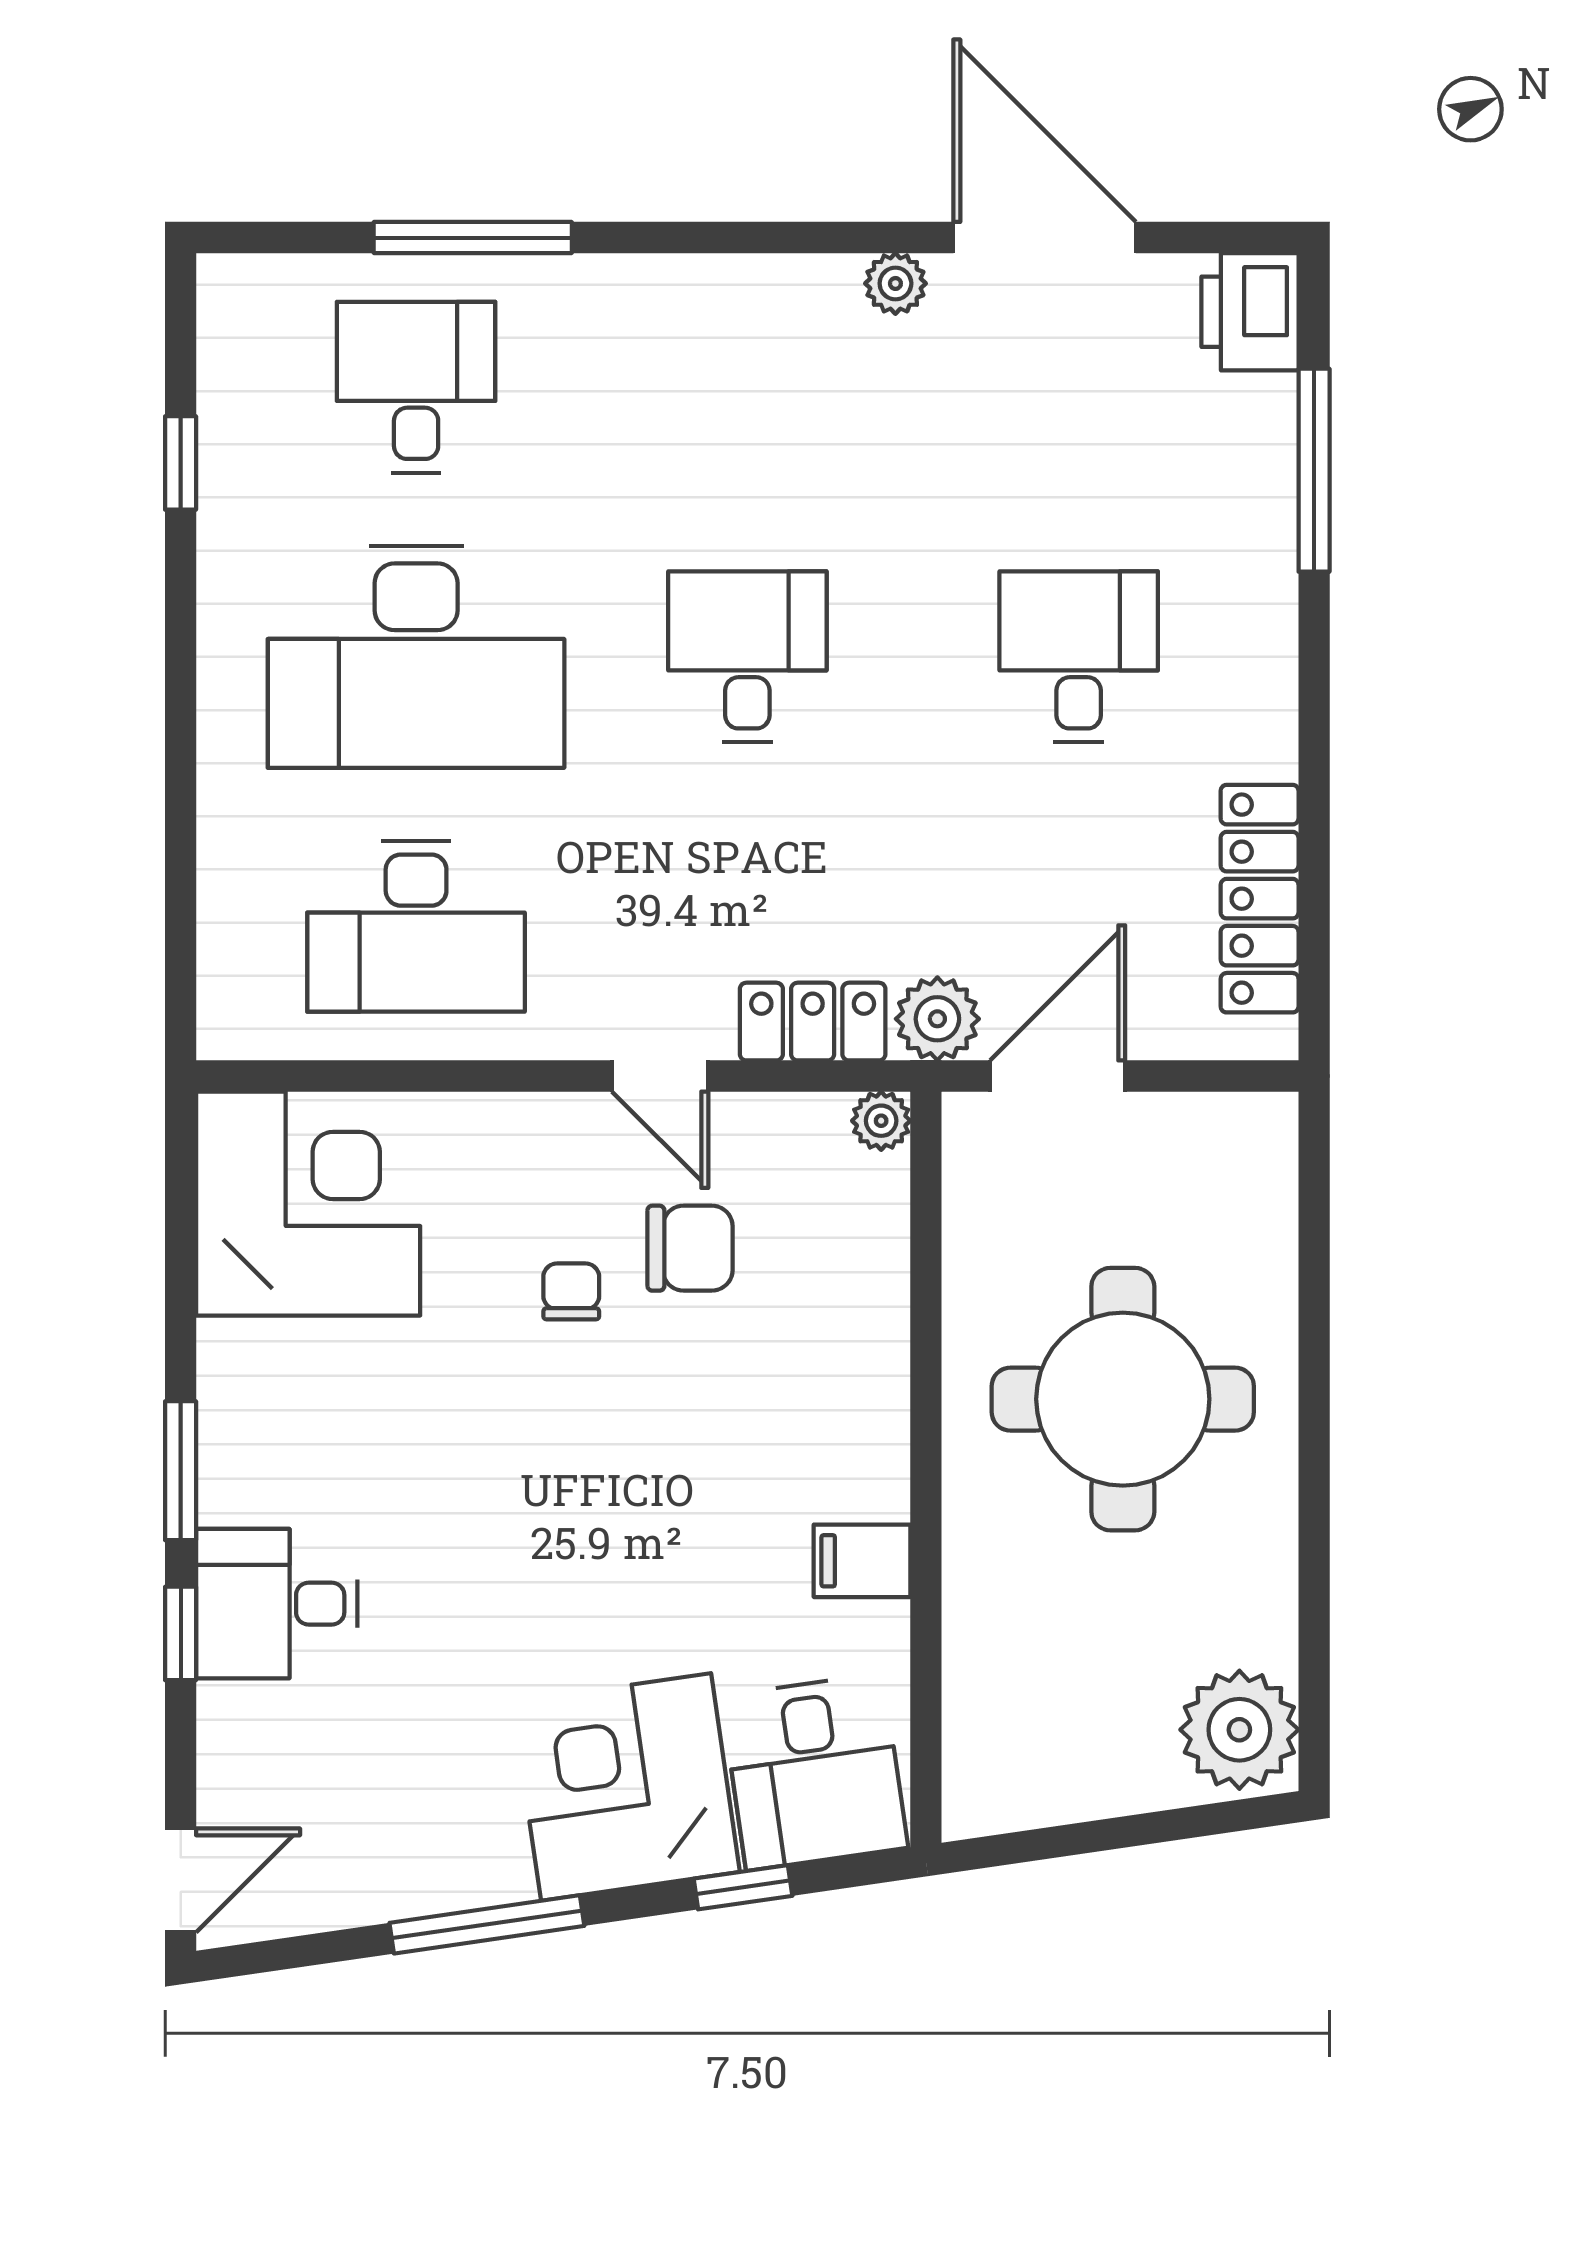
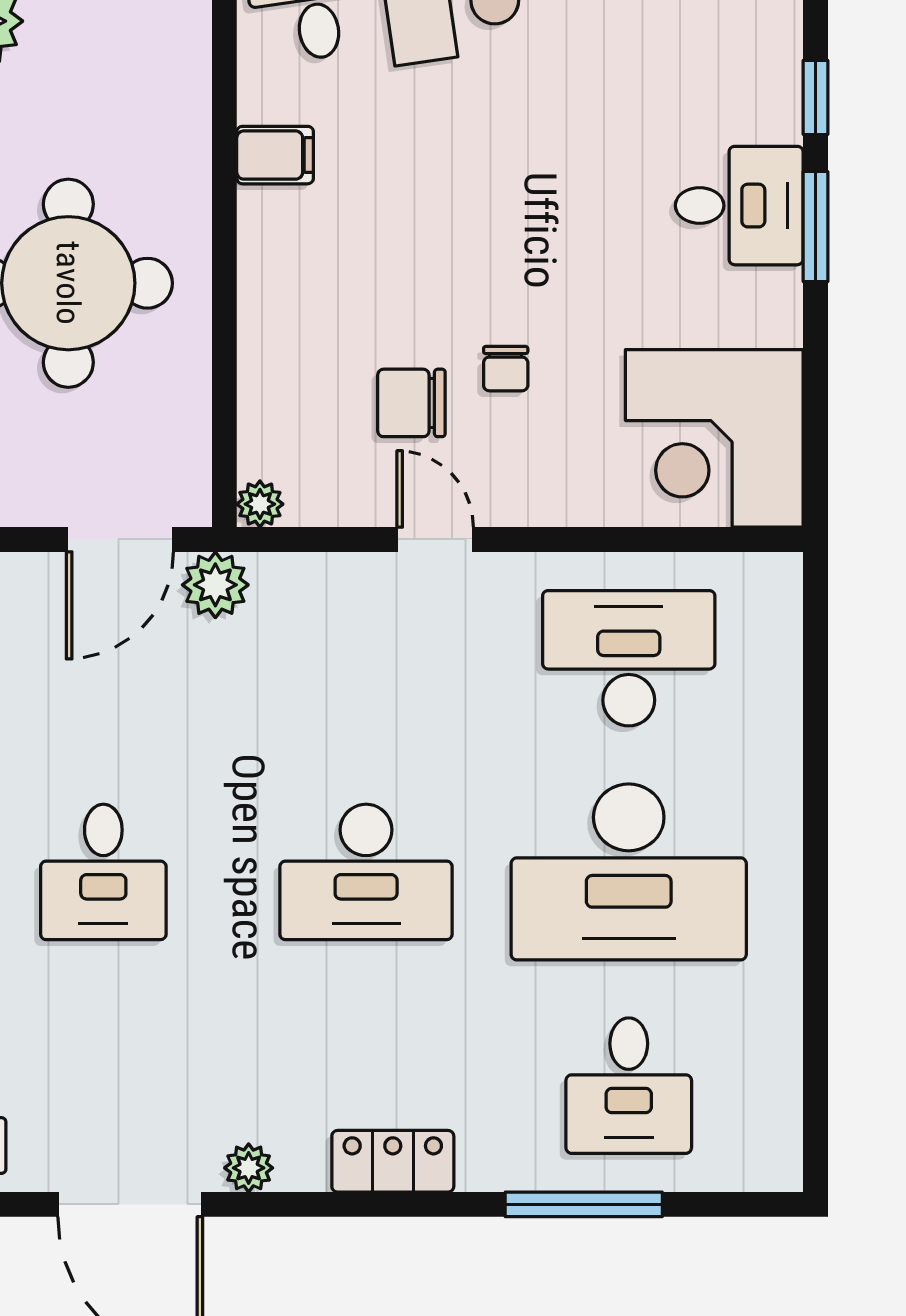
window: (181, 463) -> (815, 1026), removed
desk: (416, 657) -> (629, 872), turned 180
desk: (747, 657) -> (366, 872), width x1.37
locker: (813, 1022) -> (393, 1161), moved, turned 180
desk: (277, 1604) -> (739, 206), moved

